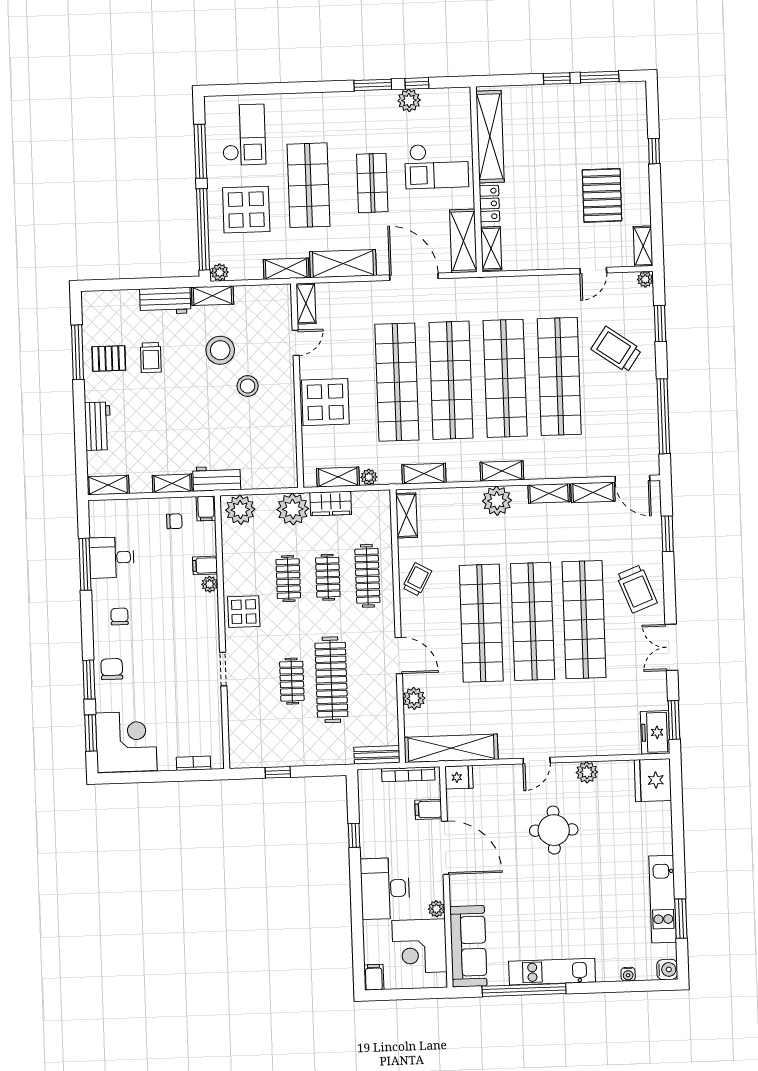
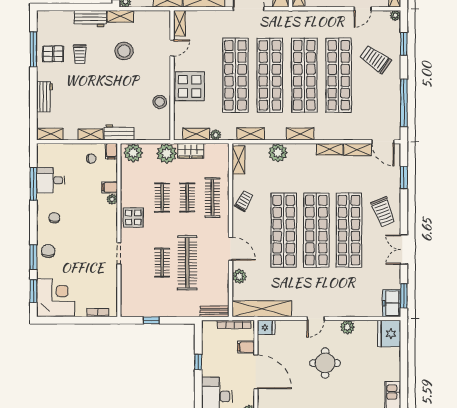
stool: (248, 386) -> (160, 102), moved
plant: (497, 501) -> (278, 153), moved

